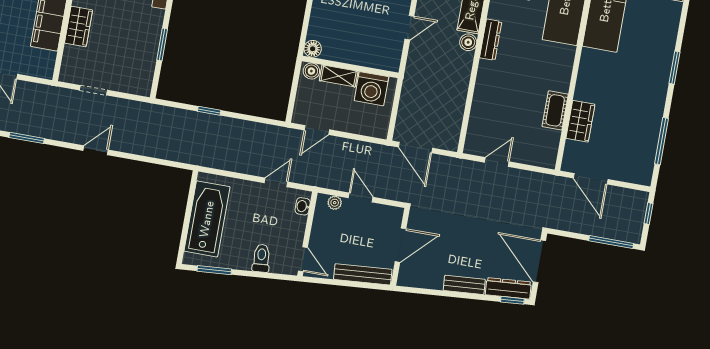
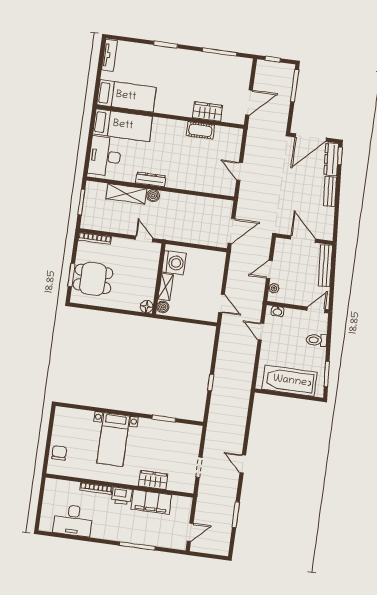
floor lamp: (313, 49) -> (147, 307), moved
wall: (350, 67) -> (159, 279), moved
boiler: (311, 71) -> (163, 307), moved
shelving: (339, 76) -> (166, 287), moved
washing machine: (371, 89) -> (174, 263), moved

